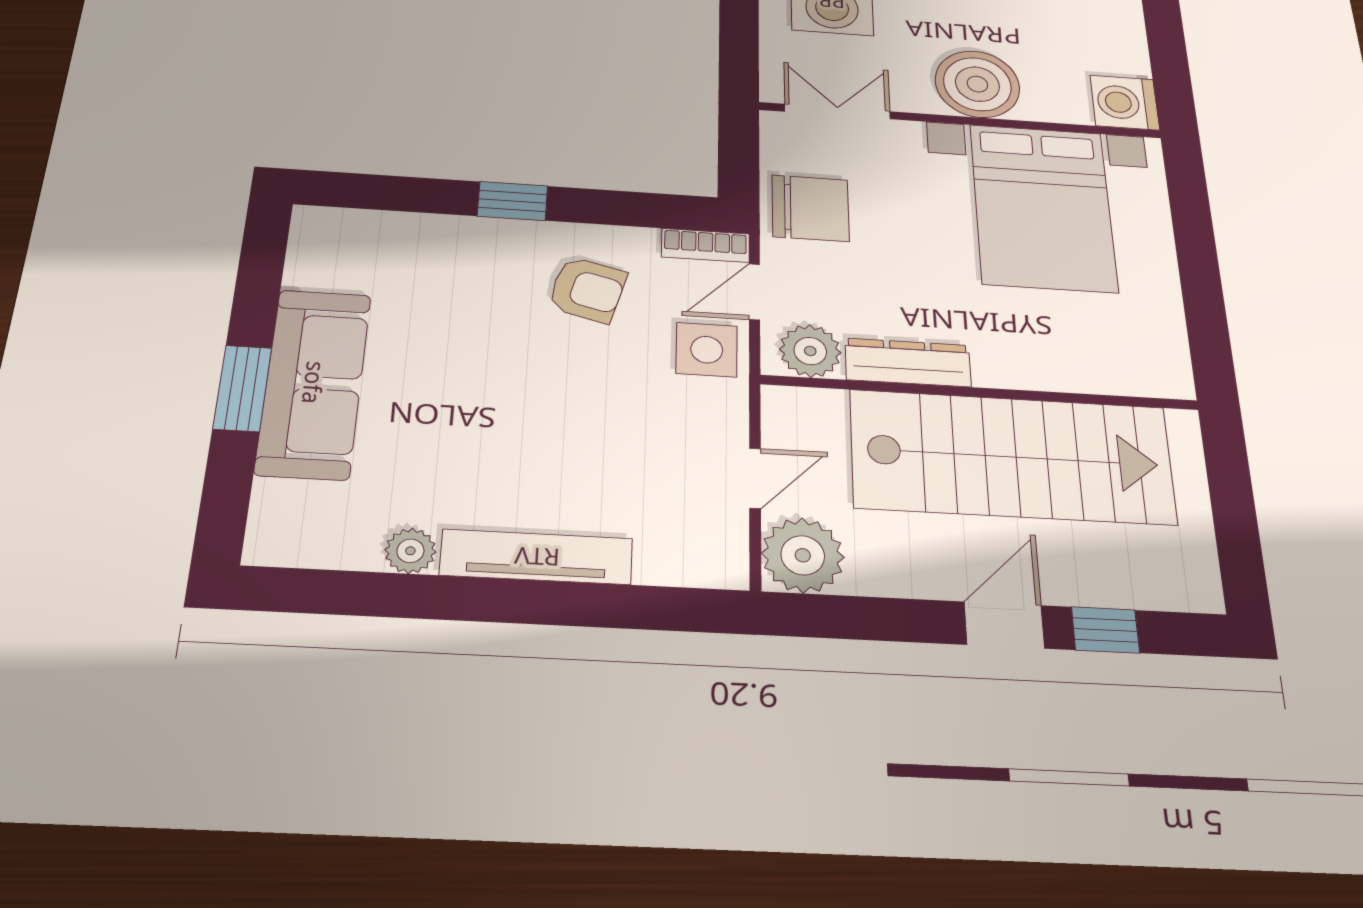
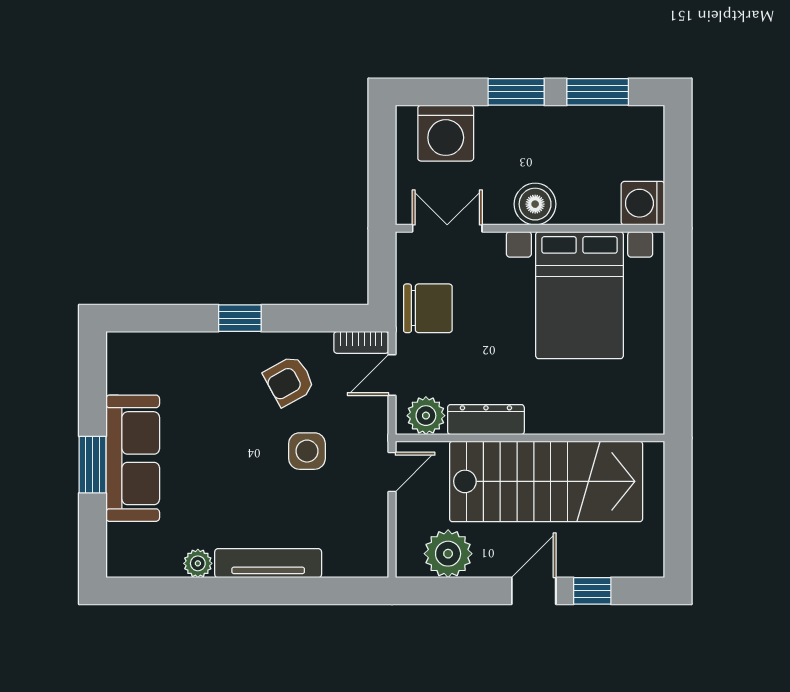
boiler: (977, 84) -> (535, 204), width x0.73, depth x0.73
armchair: (587, 290) -> (289, 381), turned 136
side table: (707, 350) -> (307, 451), moved
door: (755, 478) -> (392, 472), moved
plant: (803, 555) -> (448, 554), moved

